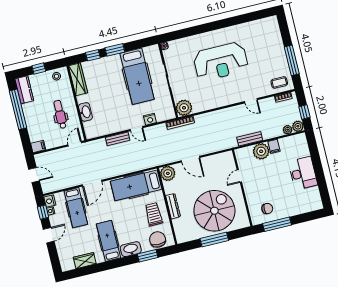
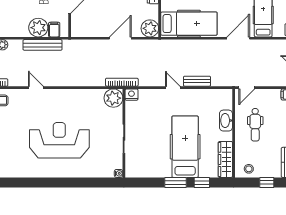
hospital bed: (137, 76) -> (185, 147), moved
nightstand: (150, 119) -> (131, 95), moved
bench: (250, 139) -> (43, 45), width x1.36
filing cabinet: (274, 146) -> (54, 30), moved
door: (190, 159) -> (120, 38), hinge flipped

